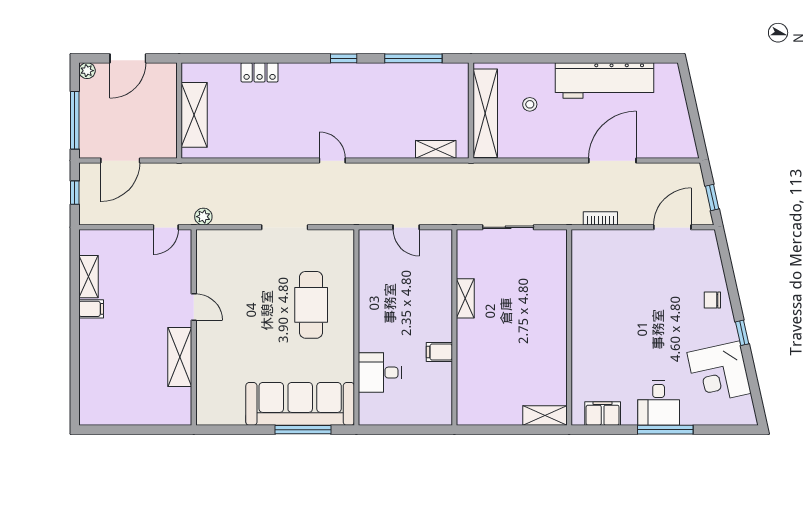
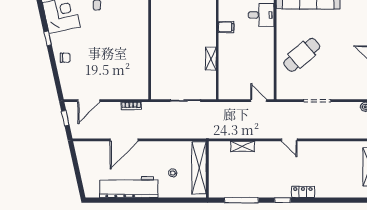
locker: (260, 72) -> (303, 192), moved
shelving: (436, 149) -> (243, 146), moved
door: (406, 227) -> (259, 101), moved
cafe table: (311, 305) -> (302, 55), turned 49

